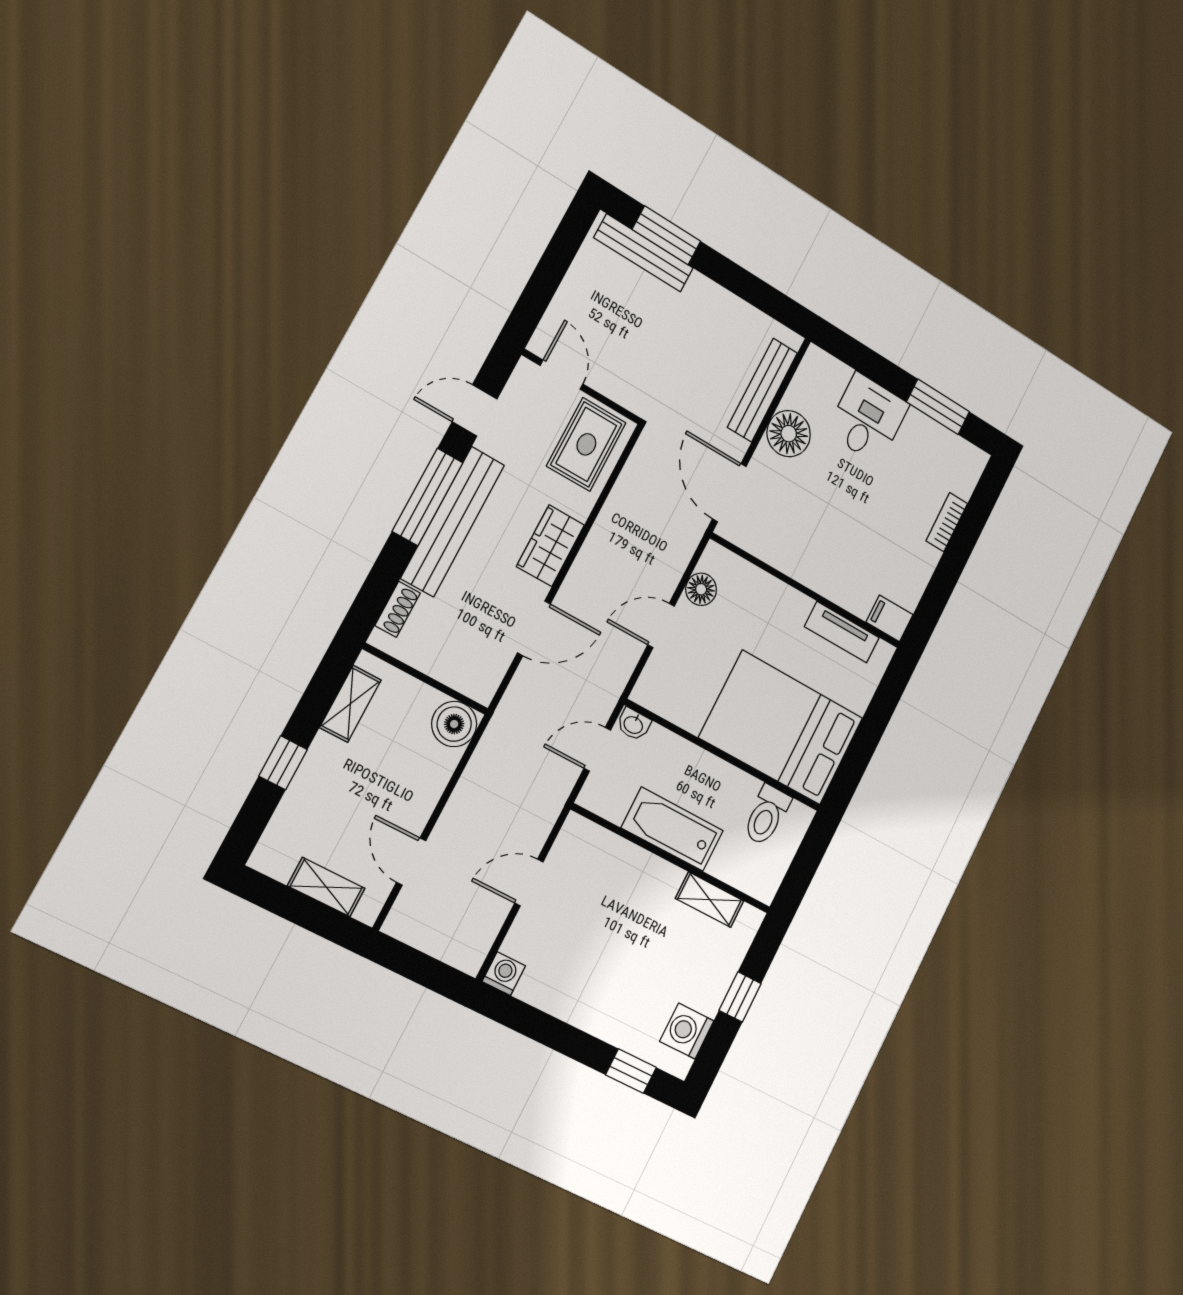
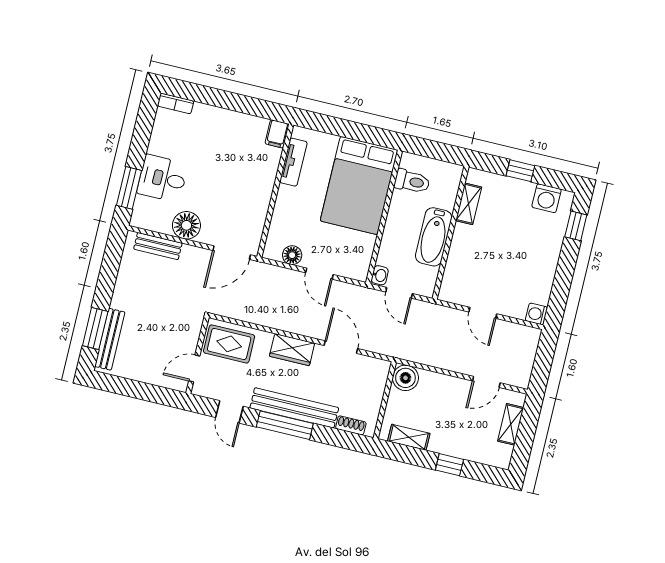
bench: (762, 390) -> (158, 246), width x0.73
window: (938, 407) -> (129, 188), moved
bookcase: (947, 522) -> (175, 103), moved

